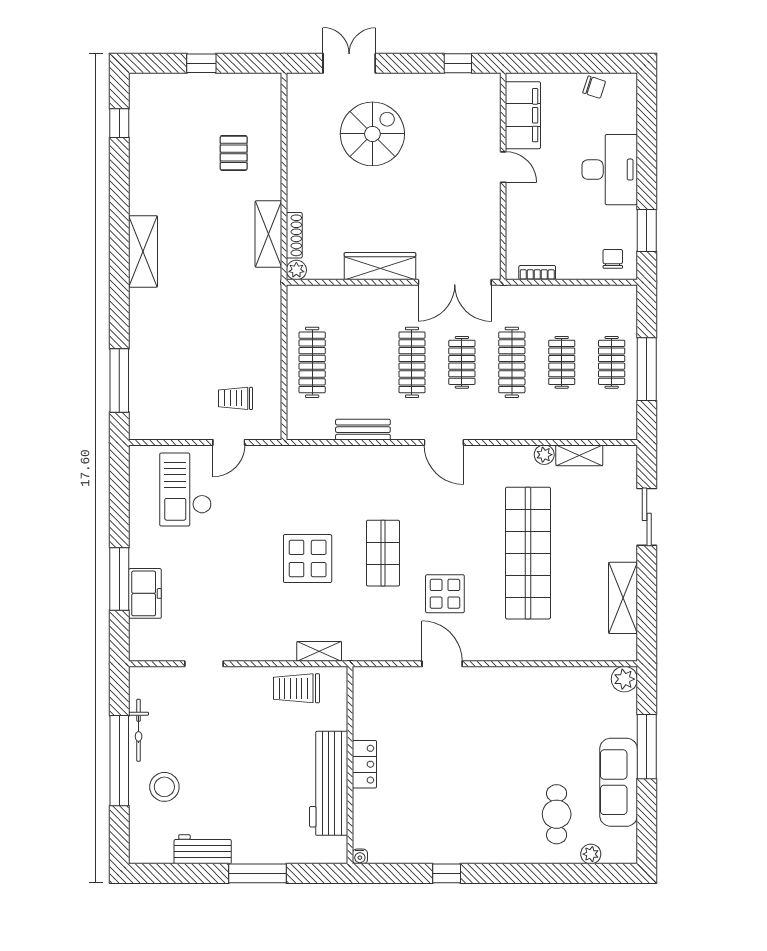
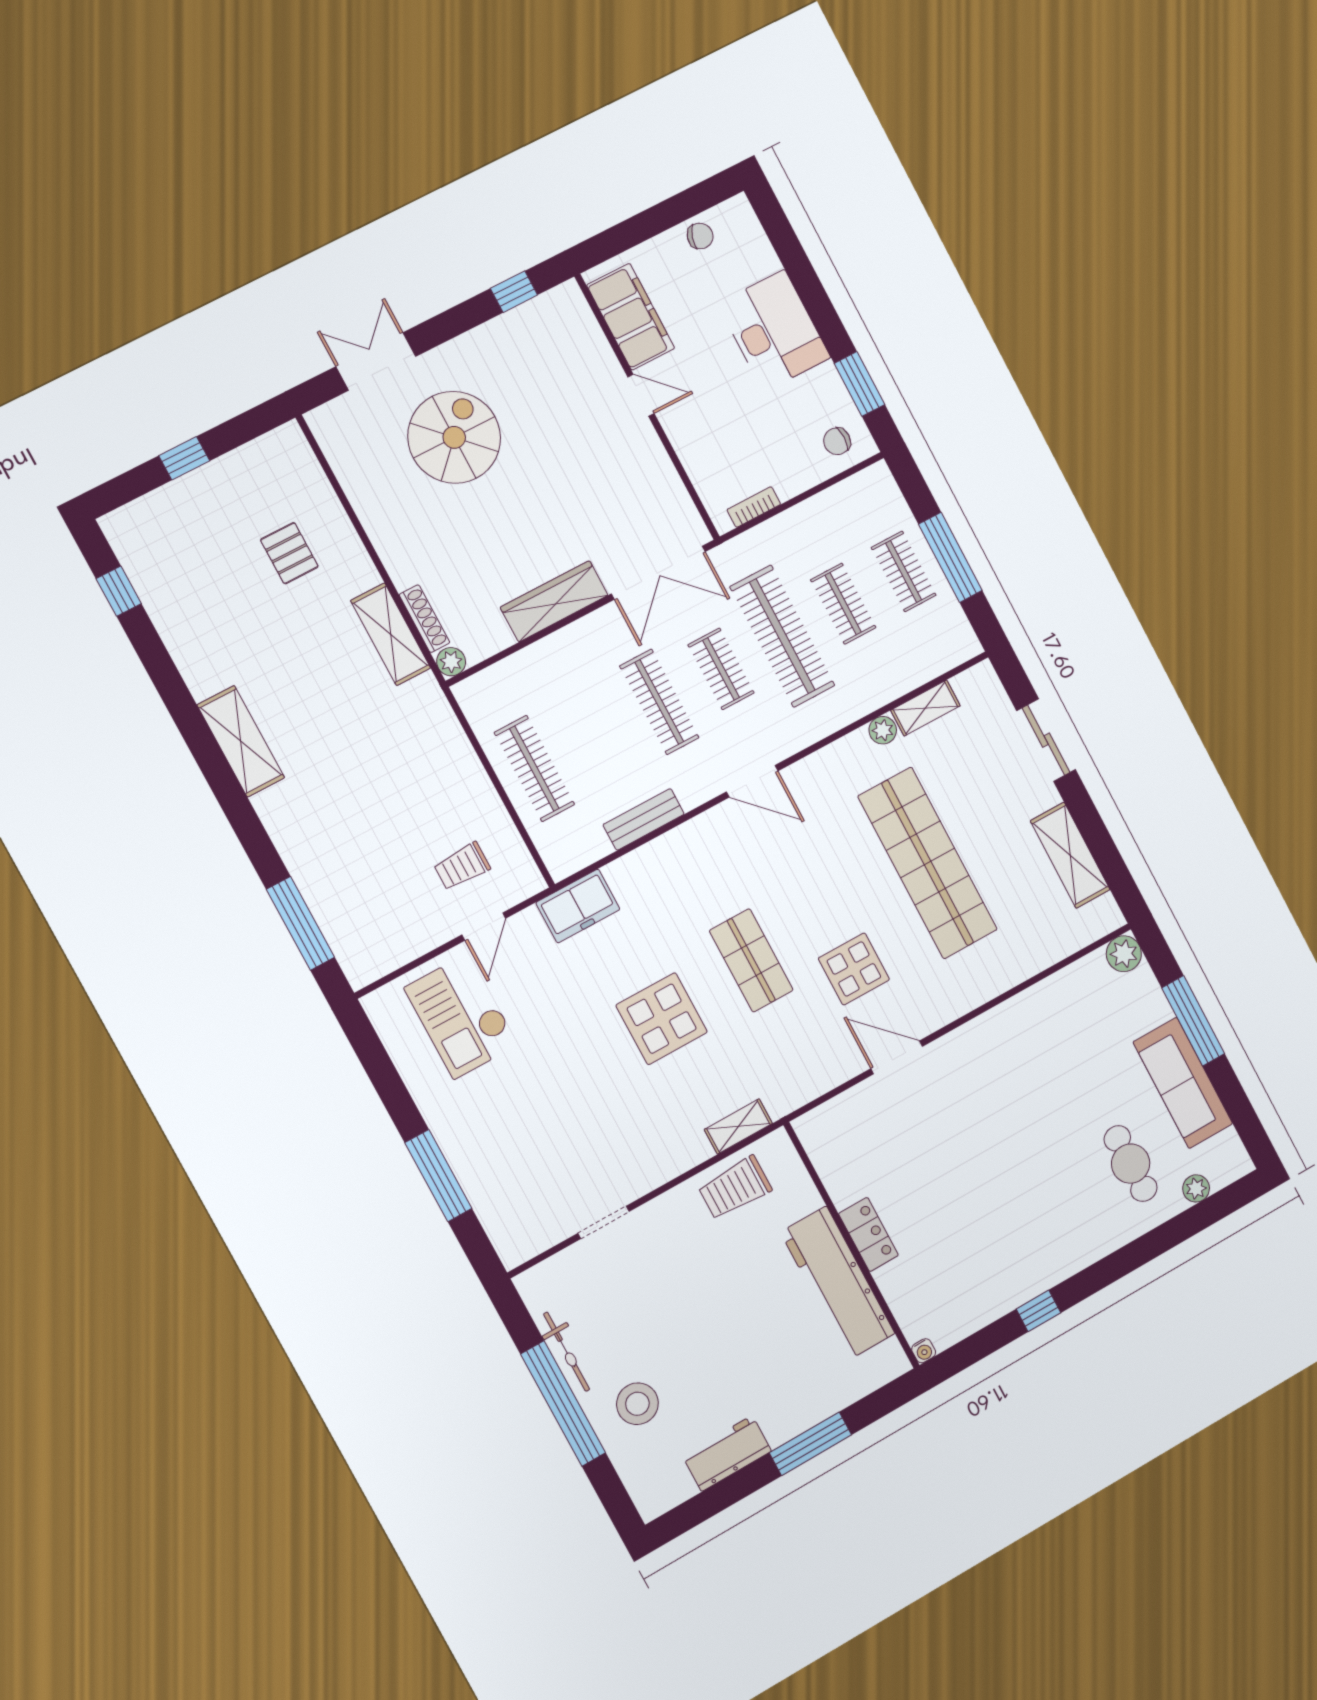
chair: (613, 259) -> (837, 441), turned -90
clothes rail: (512, 362) -> (782, 636), width x1.37, depth x1.31
freezer: (145, 593) -> (578, 906), moved, turned 90

